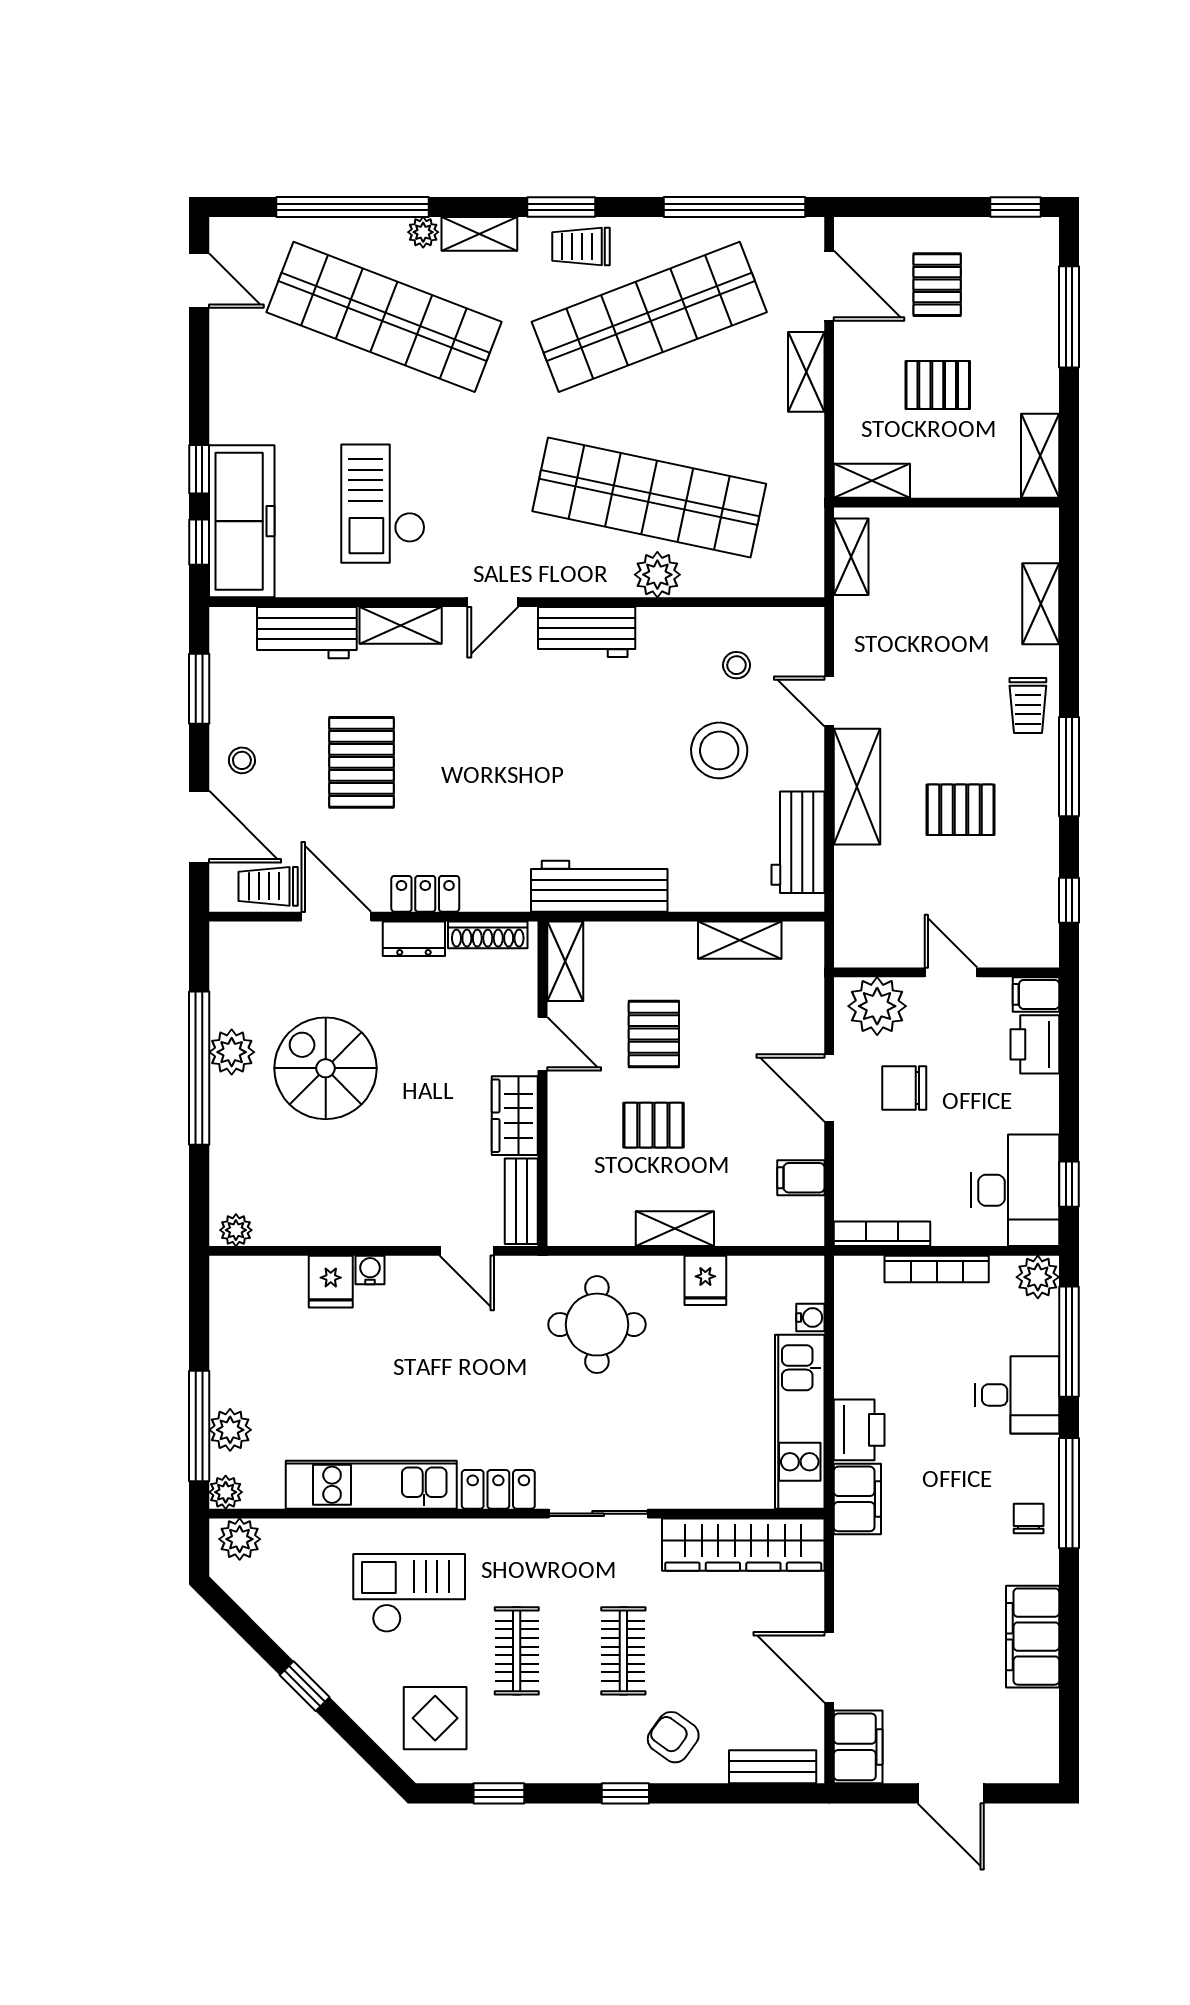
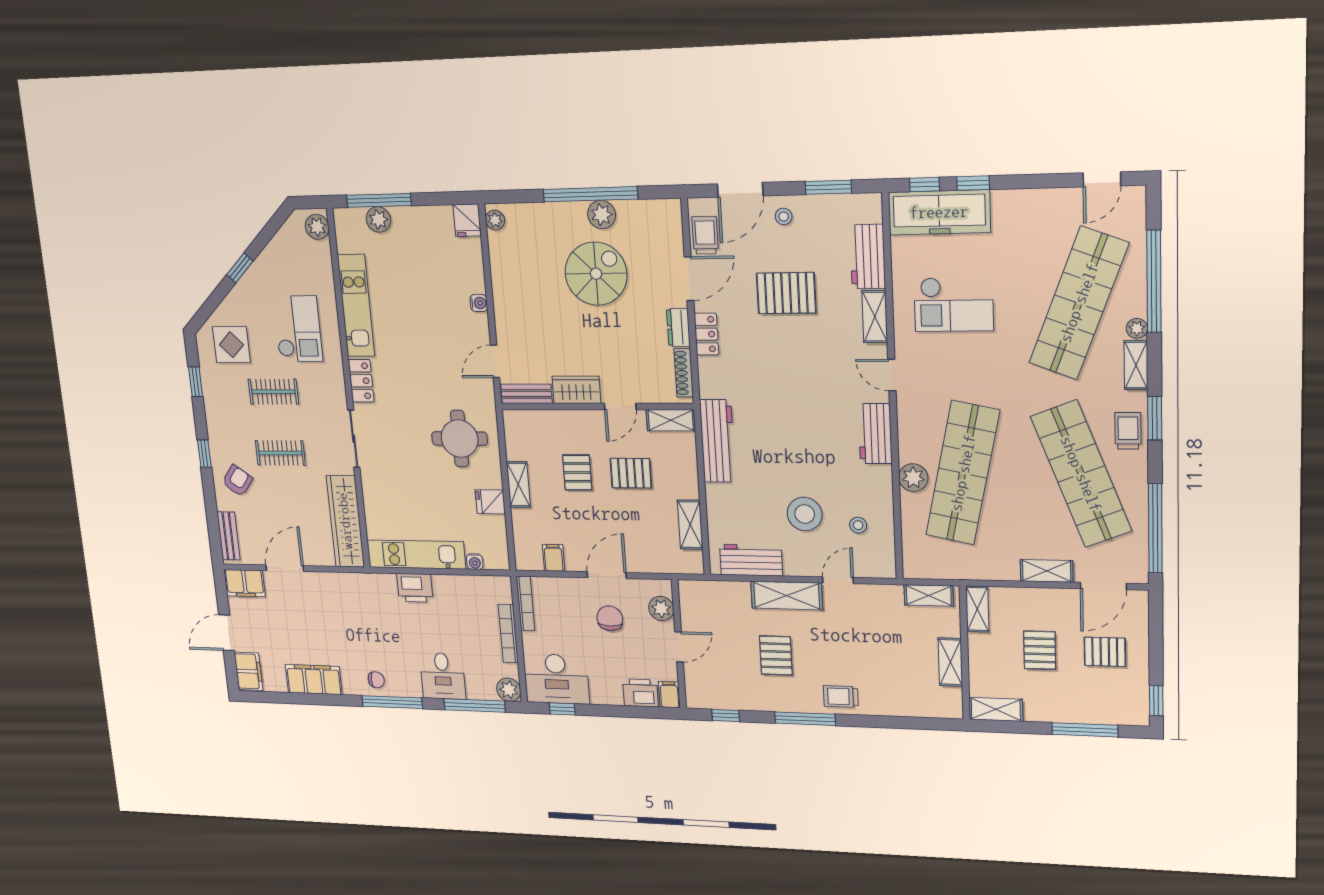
checkout: (383, 504) -> (954, 304), turned 180
shelving: (1041, 604) -> (950, 662), moved, turned 90
plant: (877, 1006) -> (661, 609), width x0.73, depth x0.73
fridge: (331, 1282) -> (467, 220), moved, turned -90
plant: (226, 1492) -> (343, 218), removed
filing cabinet: (857, 1499) -> (248, 671), moved, turned -90

